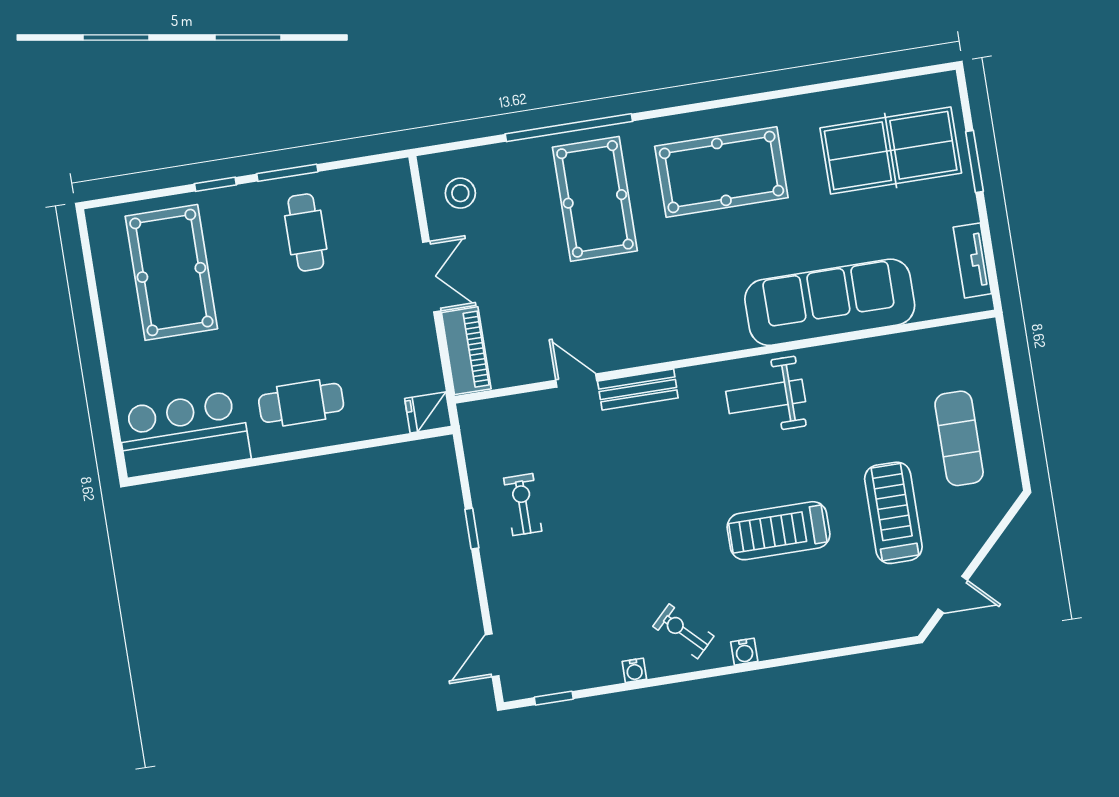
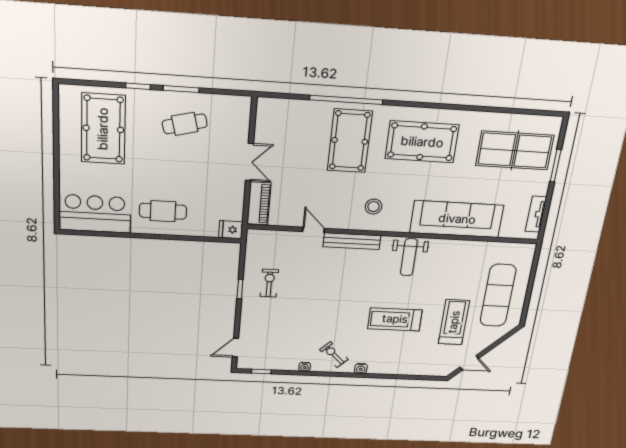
stool: (460, 193) -> (374, 207), moved
cafe table: (306, 232) -> (185, 124), turned 76
bench: (638, 389) -> (352, 241), width x1.36
weight bench: (766, 396) -> (409, 257), turned -90
exercise mat: (959, 438) -> (498, 295), width x1.36, depth x1.45

